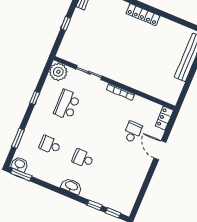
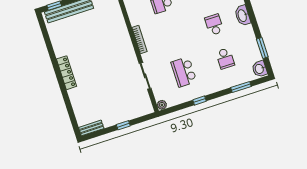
plant: (58, 72) -> (162, 105), width x0.53, depth x0.53
school desk: (67, 105) -> (184, 72), turned 90
school desk: (83, 158) -> (214, 25), turned 180
window: (21, 175) -> (262, 48), moved

